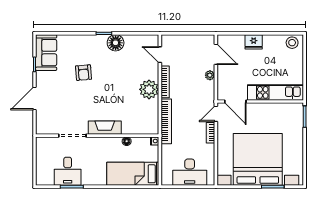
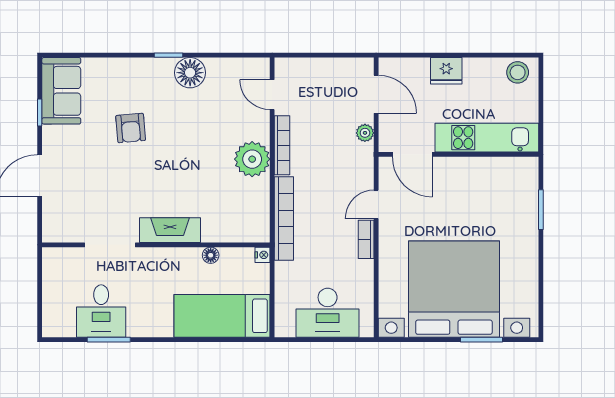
kitchen unit: (276, 92) -> (487, 138), moved
door: (235, 102) -> (412, 154), moved
wall: (260, 102) -> (459, 154), moved

